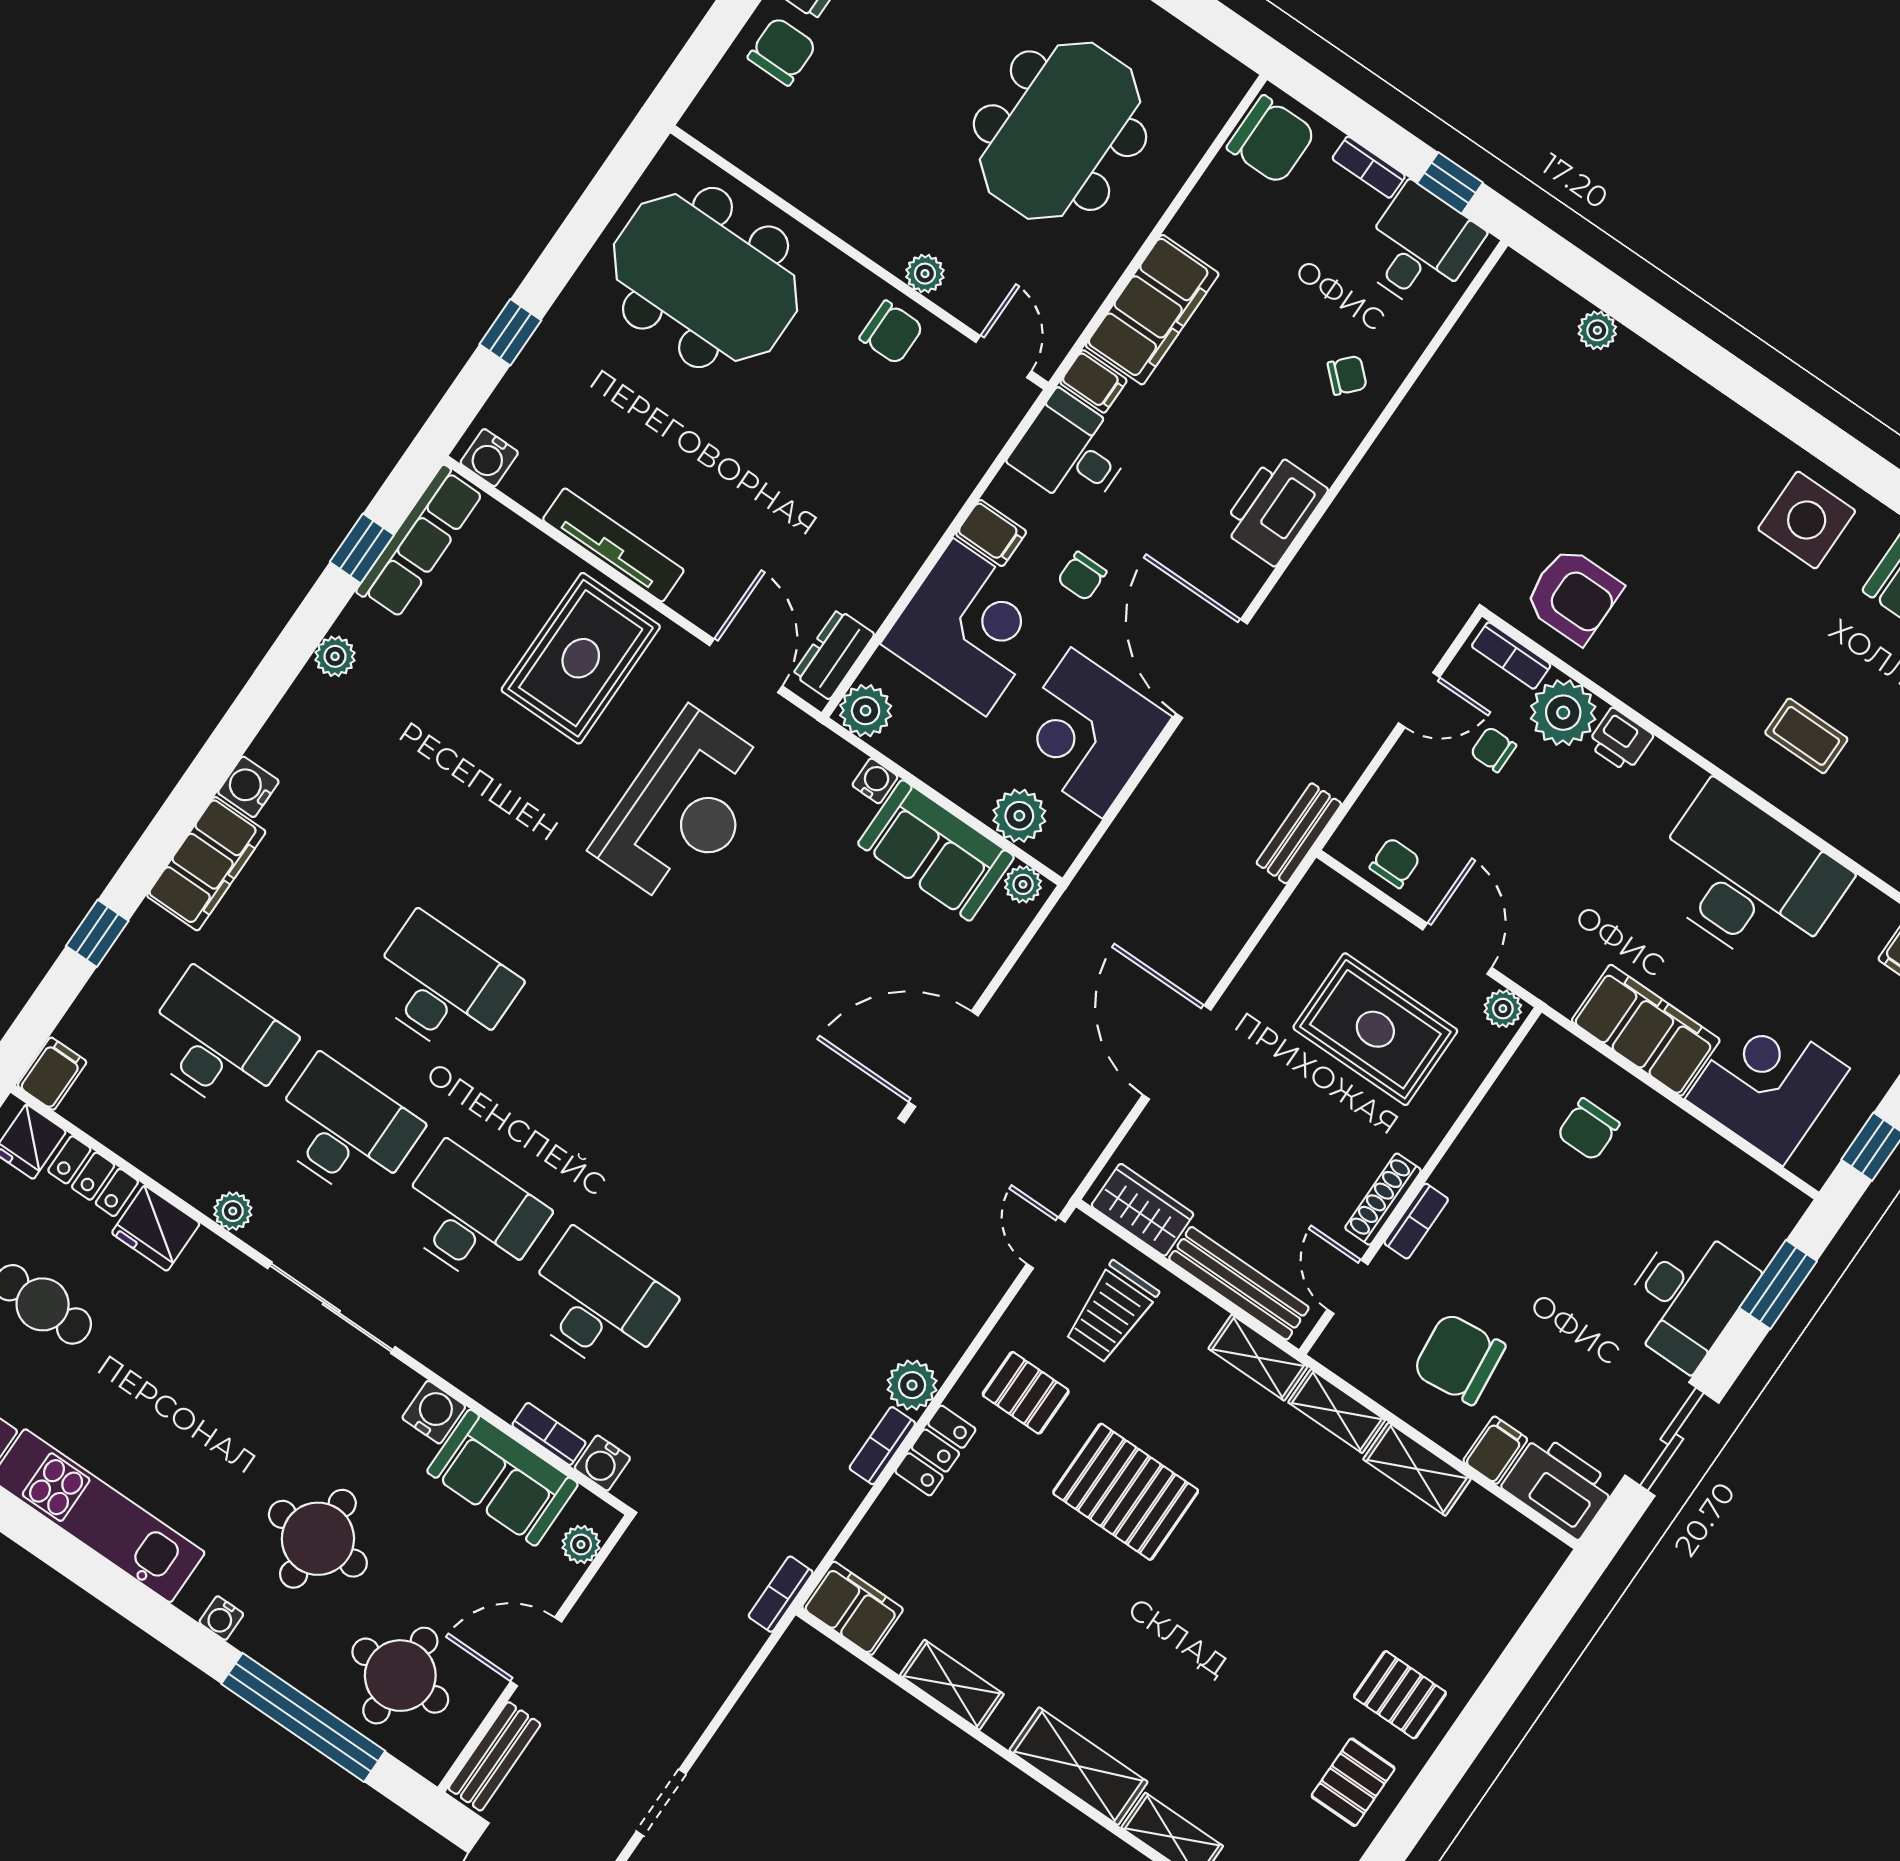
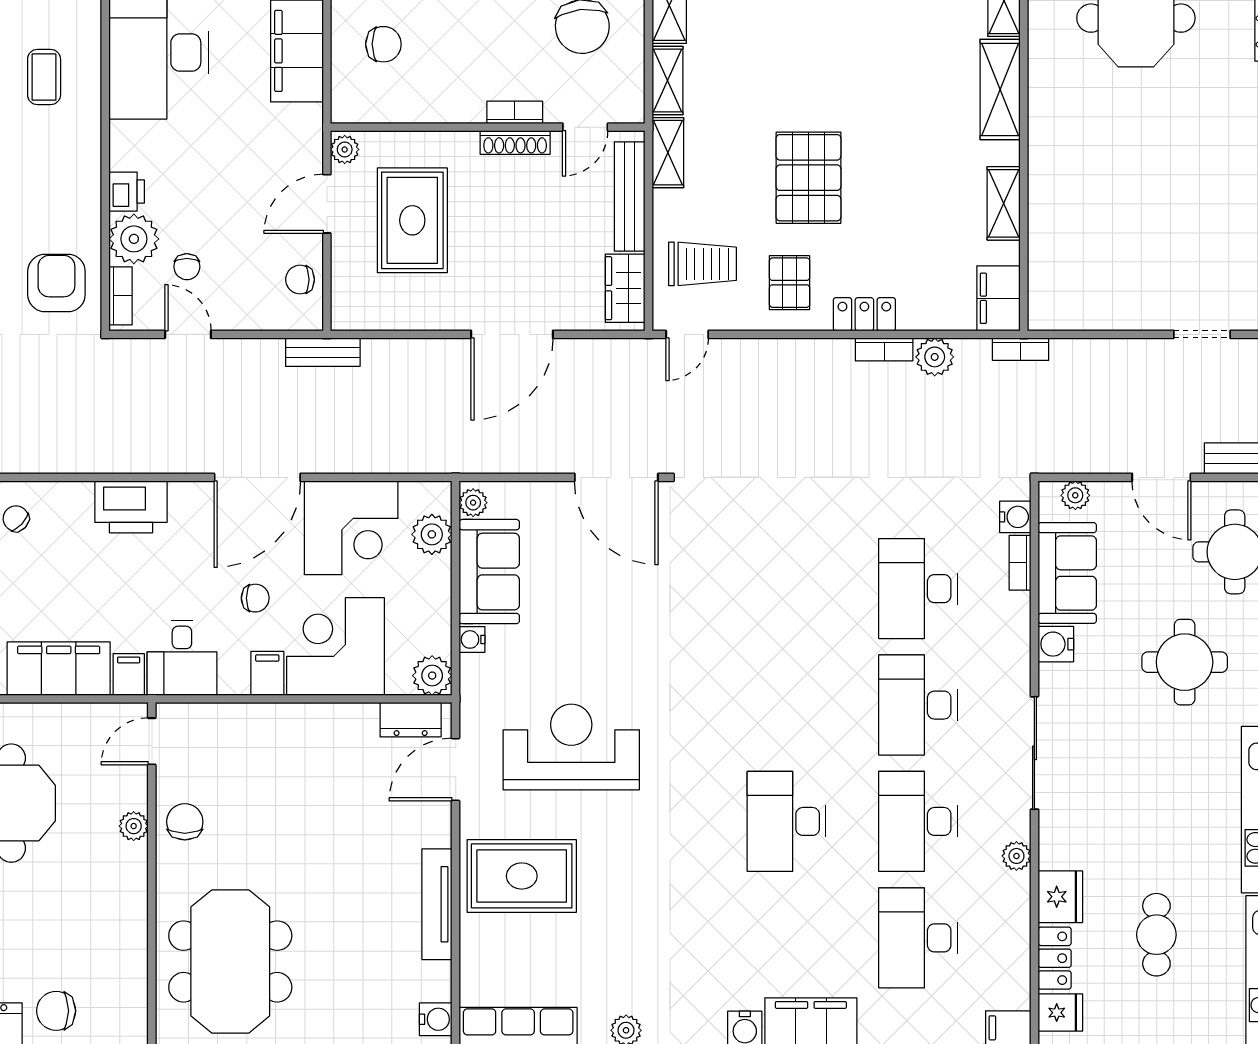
plant: (912, 1385) -> (935, 357), moved

